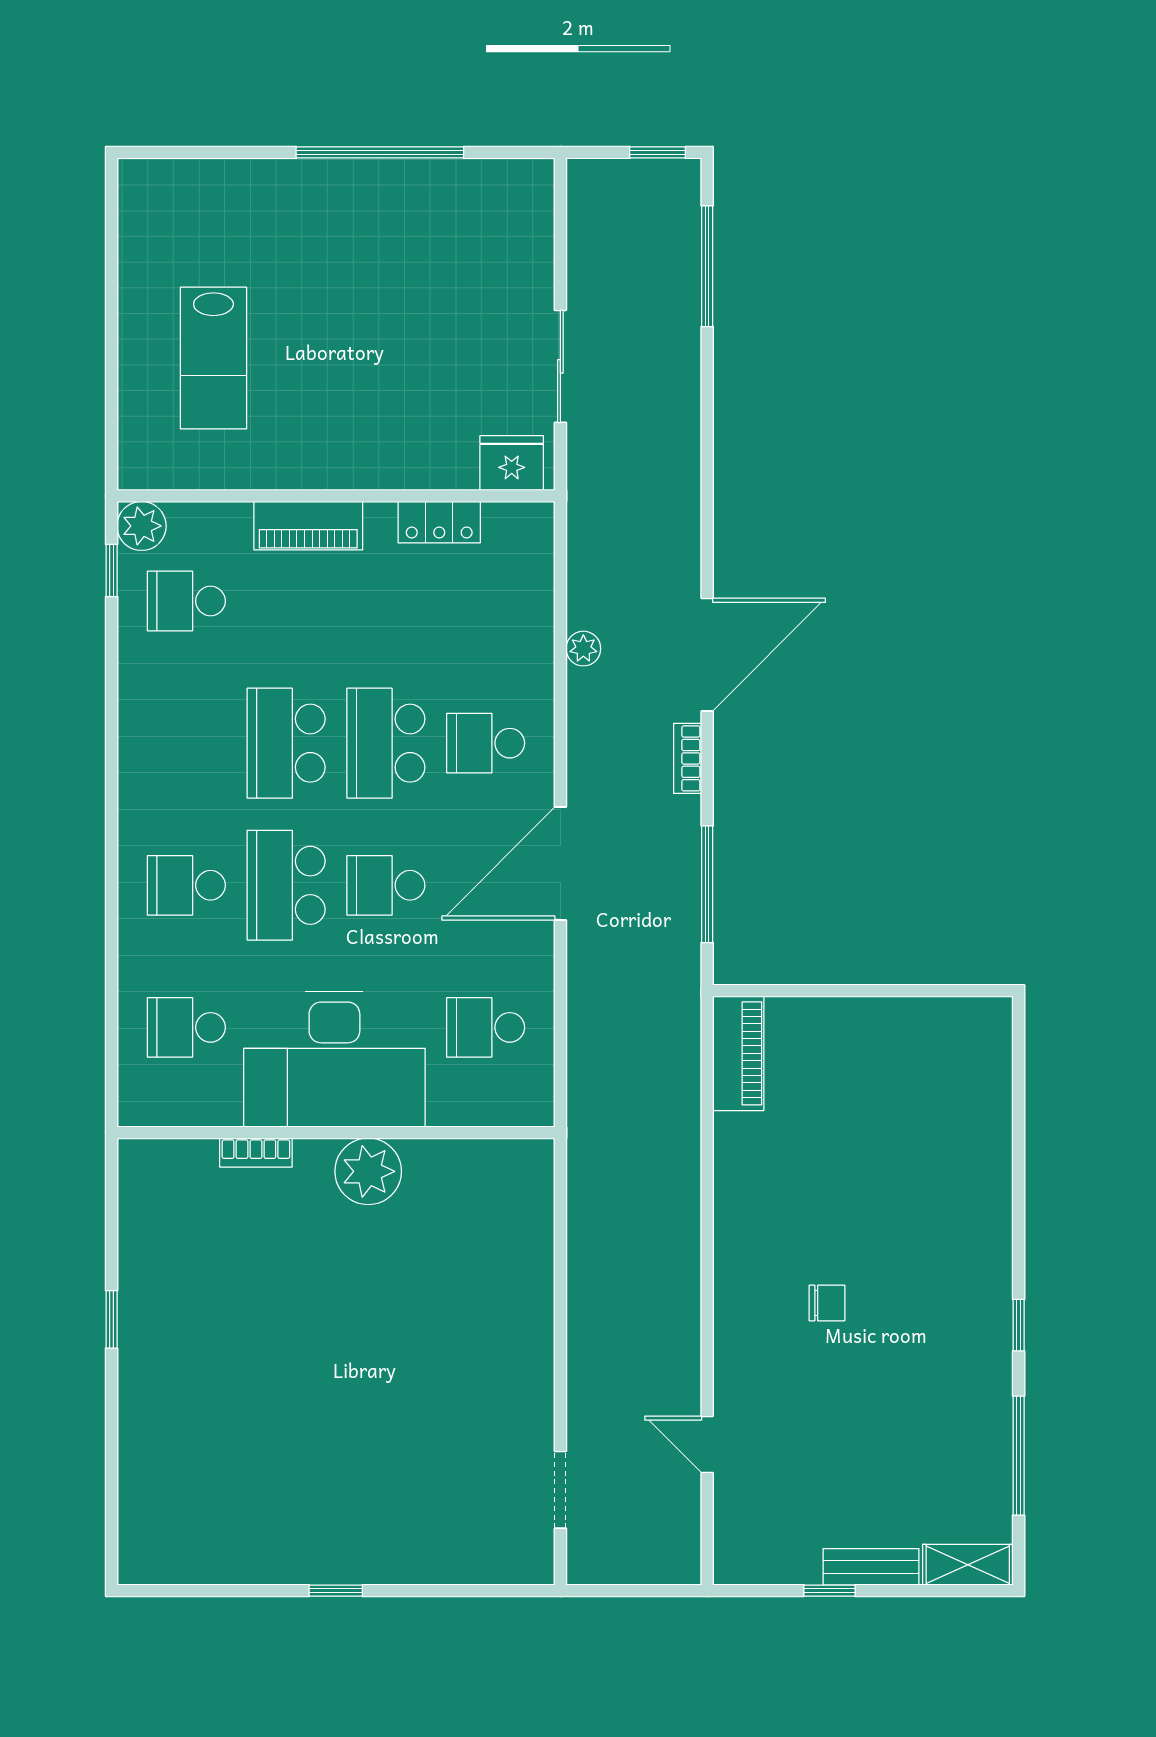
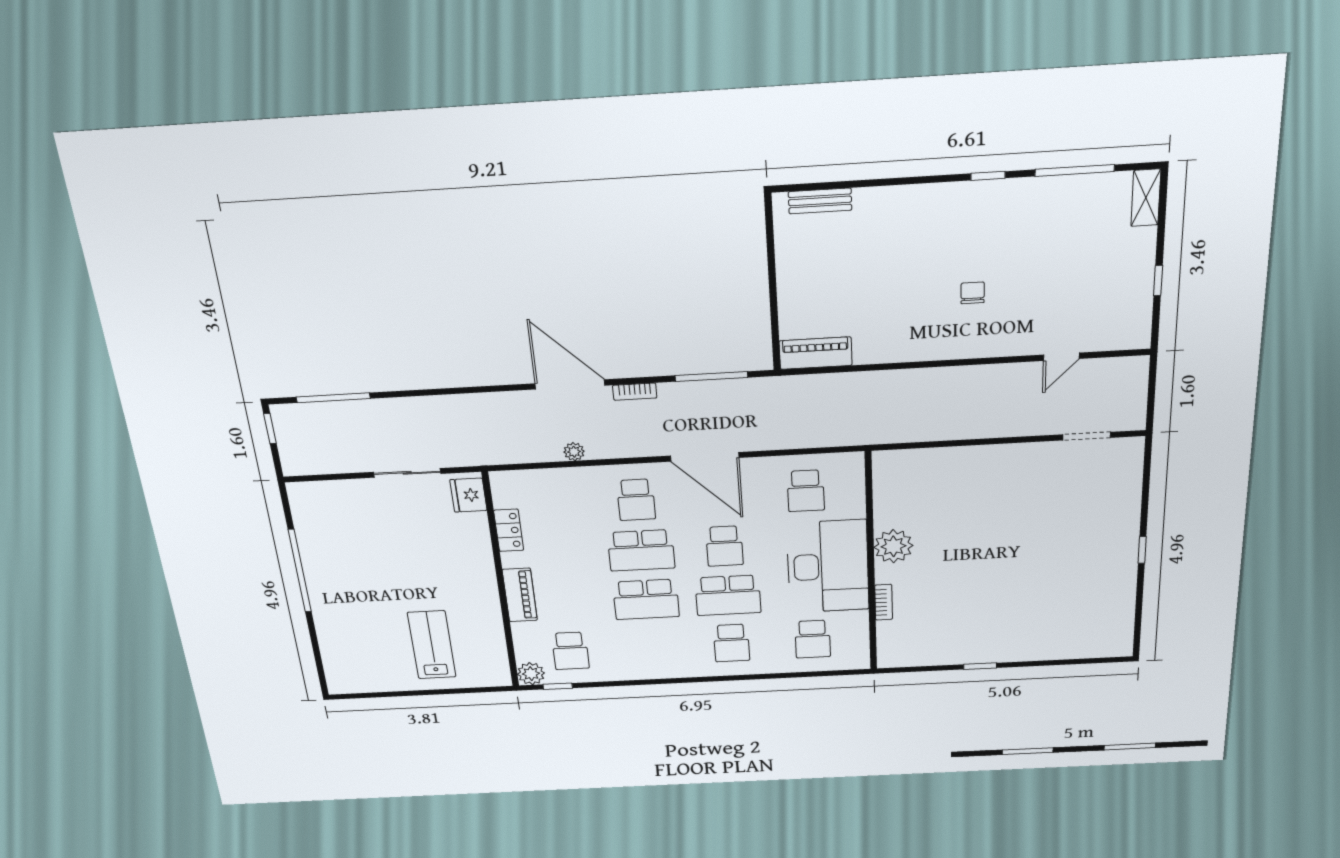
lab bench: (213, 358) -> (432, 645), turned -90
bench: (871, 1567) -> (820, 201), moved, turned 90

